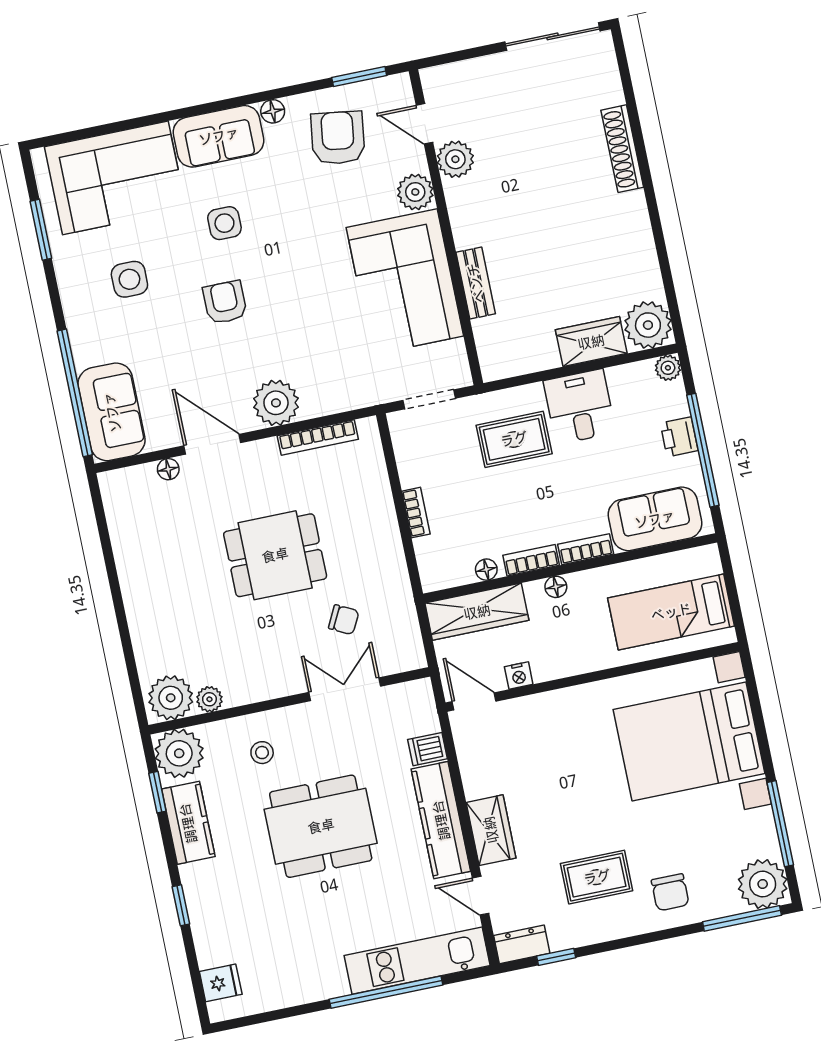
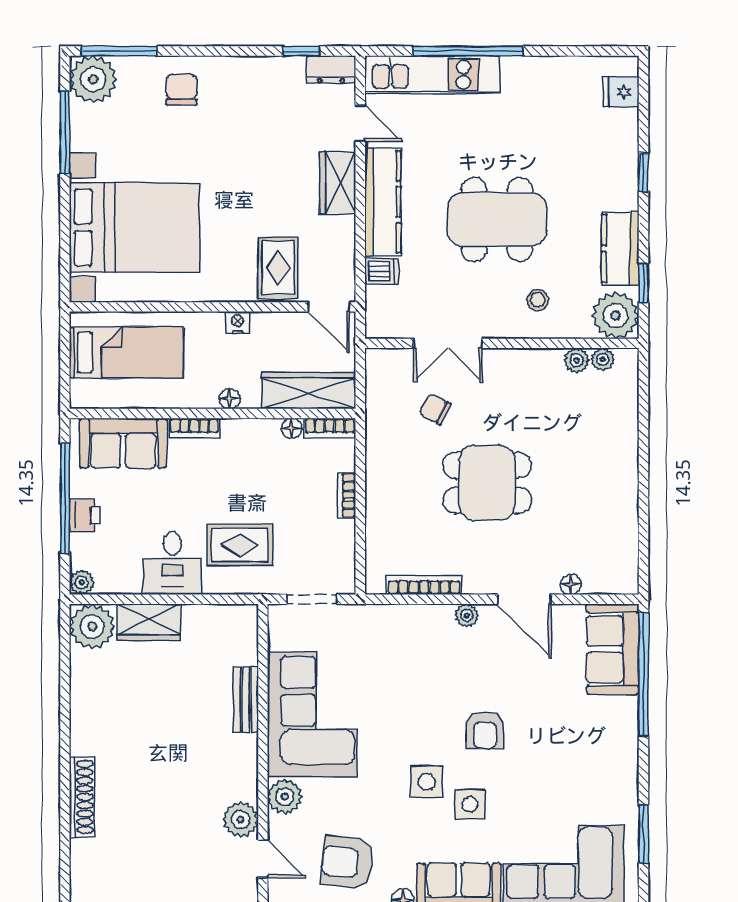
armchair: (338, 138) -> (347, 862), turned 88
side table: (129, 279) -> (427, 782), moved
plant: (276, 403) -> (467, 615), width x0.53, depth x0.53
bookcase: (531, 560) -> (330, 428), moved
nightstand: (519, 676) -> (237, 322), moved
plant: (171, 698) -> (603, 359), width x0.53, depth x0.53
rug: (597, 877) -> (278, 268), moved, turned 90

